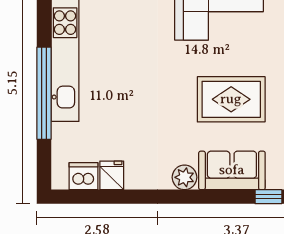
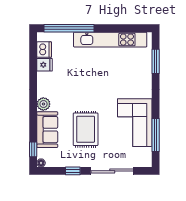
window: (44, 93) -> (69, 28), moved

